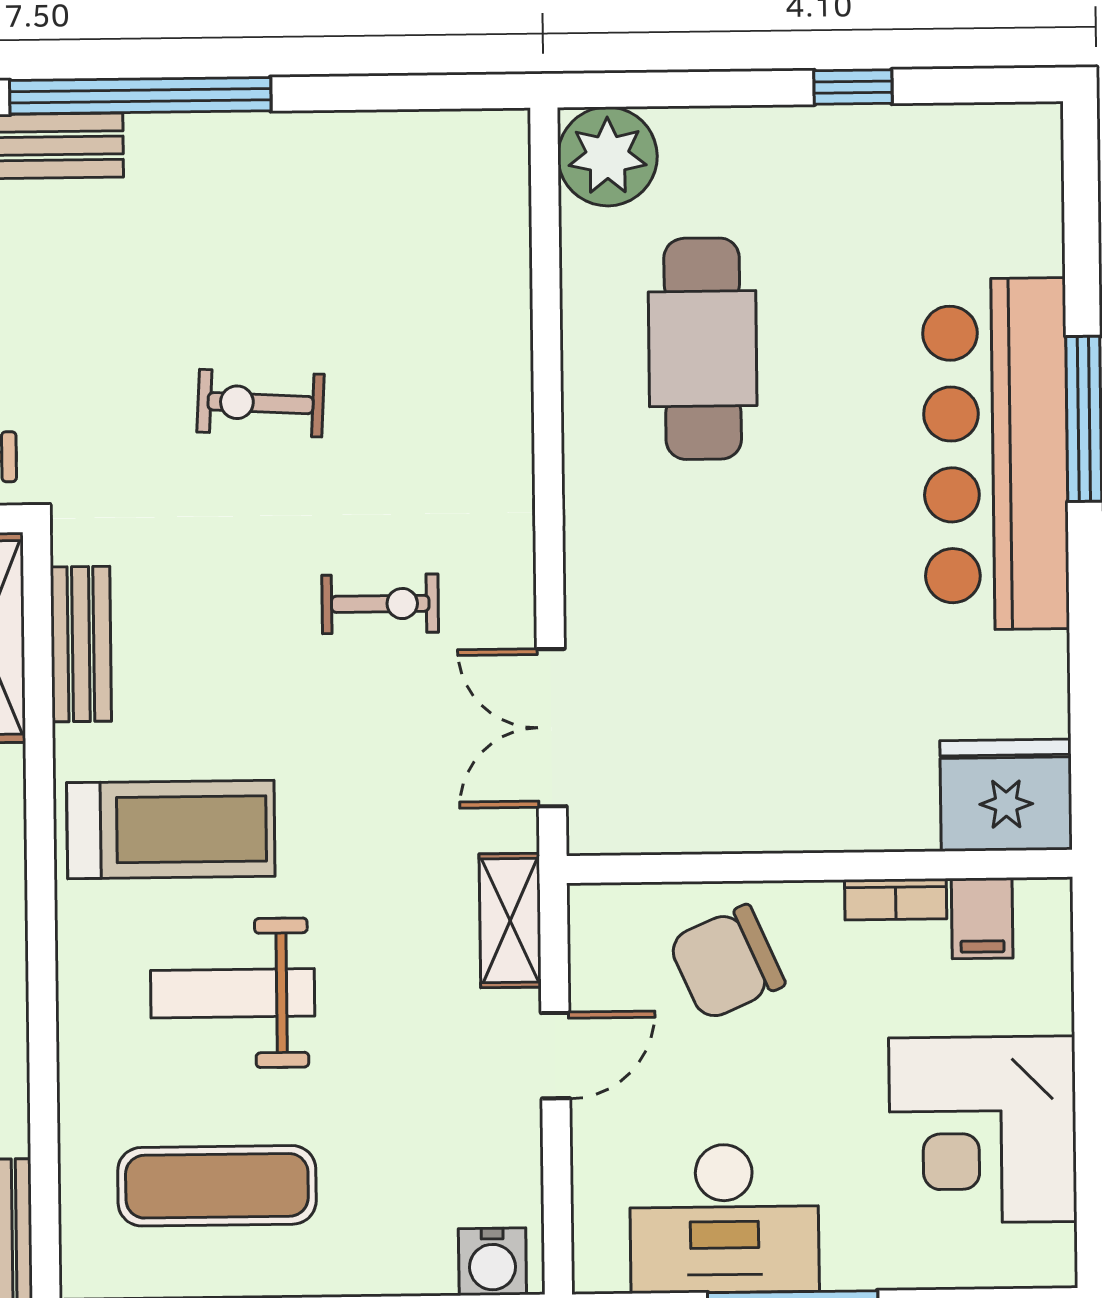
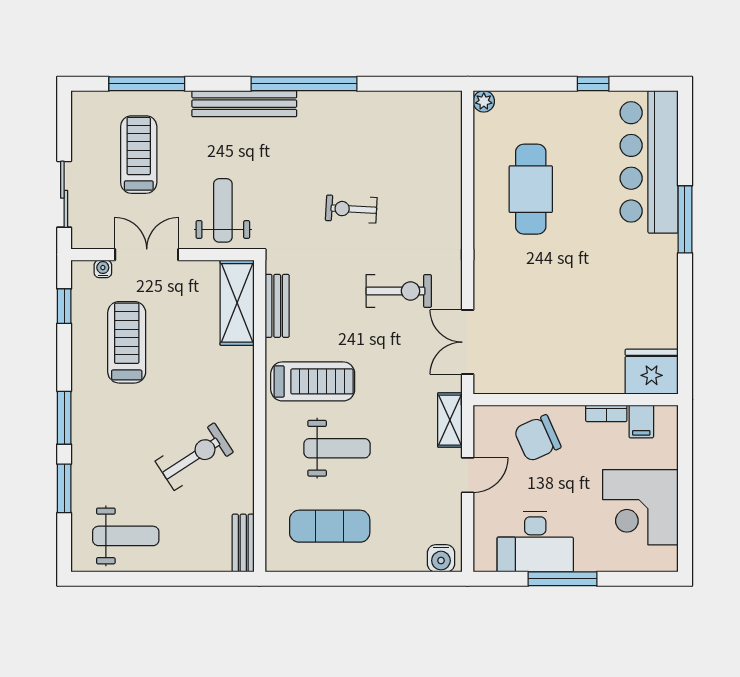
plant: (608, 156) -> (484, 101), width x0.53, depth x0.53
bar counter: (996, 454) -> (649, 162), moved
exercise bike: (380, 604) -> (399, 291), width x1.38, depth x1.39
weight bench: (233, 993) -> (337, 448), turned 180

